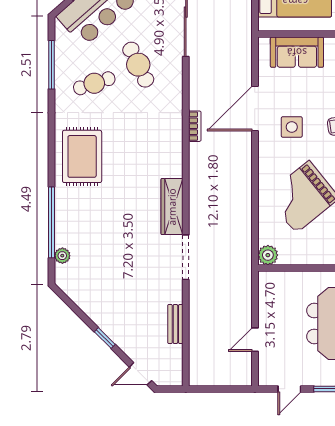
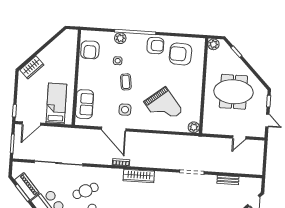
wardrobe: (172, 207) -> (139, 176), moved
door: (255, 340) -> (239, 137), hinge flipped

